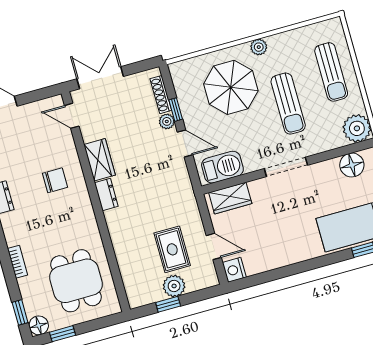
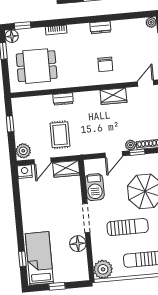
sun lounger: (288, 104) -> (128, 227), turned 180
floor lamp: (352, 165) -> (78, 244), moved
barbecue: (222, 167) -> (95, 187), moved
dresser: (106, 194) -> (63, 99), moved
wardrobe: (230, 198) -> (66, 169), moved, turned -90
rug: (172, 249) -> (60, 135), moved, turned 90
plant: (174, 286) -> (23, 151), moved

